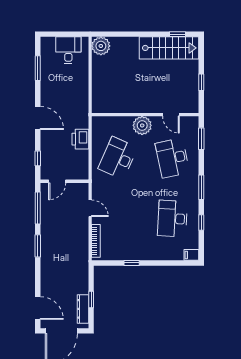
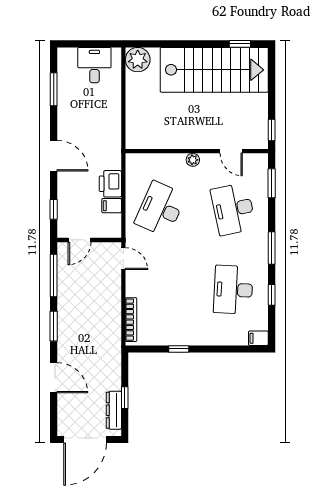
stairs: (169, 48) -> (214, 70), width x1.36, depth x1.51
window: (201, 82) -> (272, 130), moved
plant: (142, 125) -> (193, 160), width x0.53, depth x0.53
filing cabinet: (81, 155) -> (112, 206), added
door: (90, 208) -> (123, 259), moved
door: (38, 308) -> (54, 378), moved

